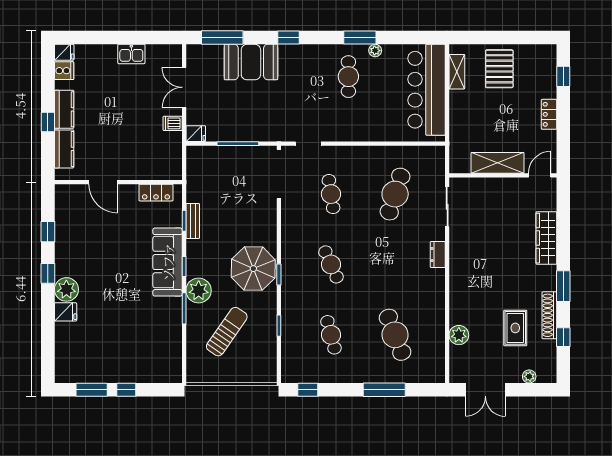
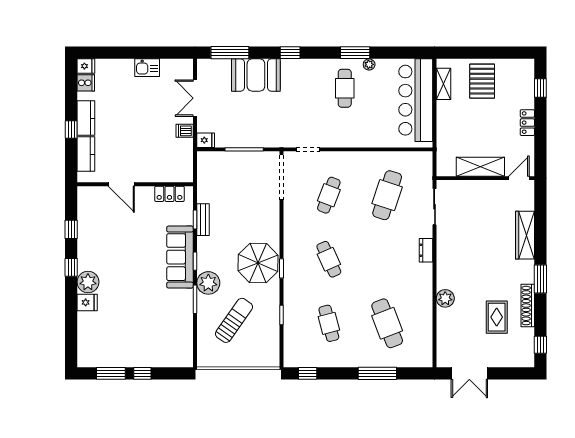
cafe table: (331, 194) -> (329, 195), turned 30
plant: (459, 335) -> (445, 298), moved
window: (563, 337) -> (540, 345), moved
plant: (529, 376) -> (509, 361), removed

